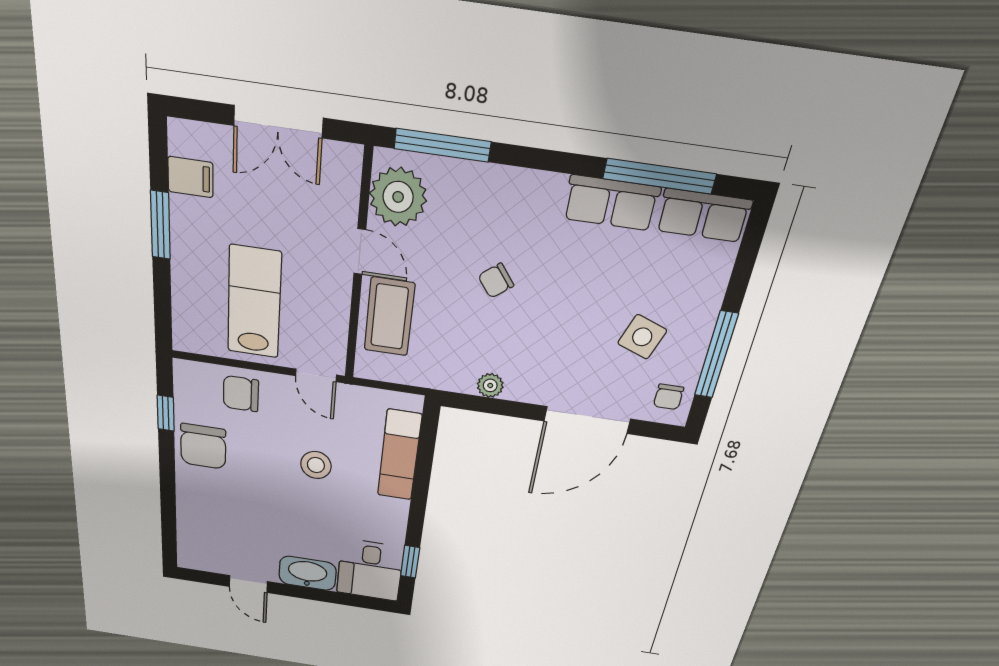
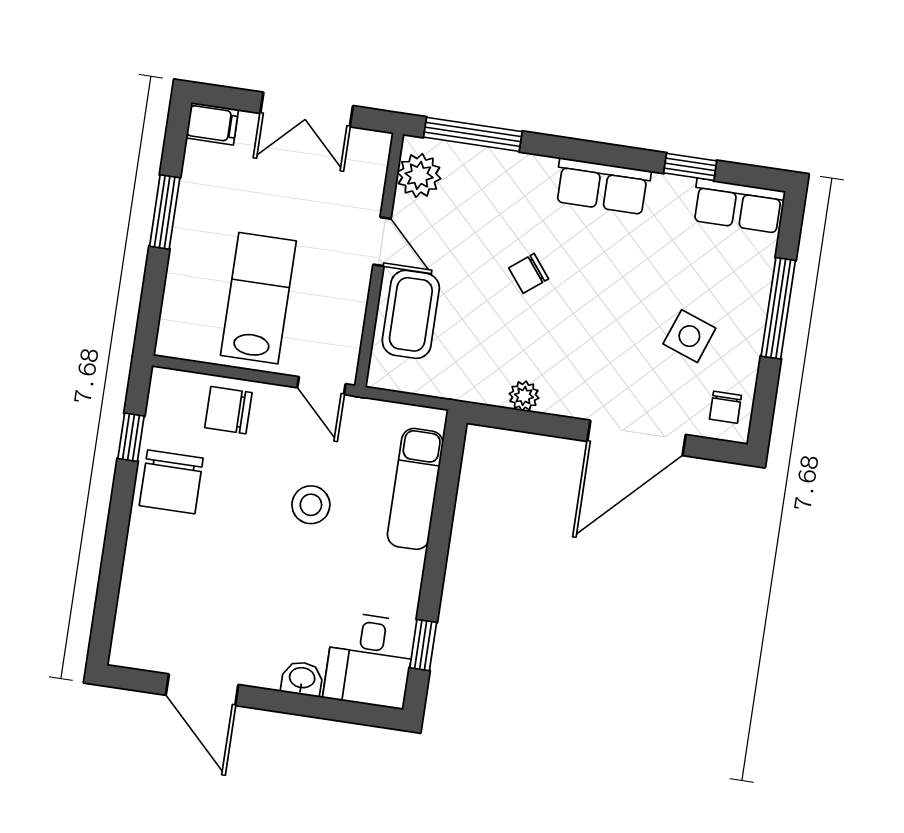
window: (659, 176) -> (690, 167), width x0.46
filing cabinet: (191, 177) -> (212, 124), moved
plant: (398, 197) -> (419, 175), width x0.73, depth x0.73
row of seats: (611, 203) -> (603, 186), moved
window: (716, 355) -> (778, 308), moved
washbasin: (308, 573) -> (302, 679), width x0.52, depth x0.69
door: (248, 584) -> (202, 690), width x1.38

